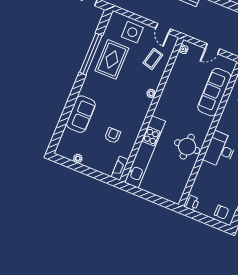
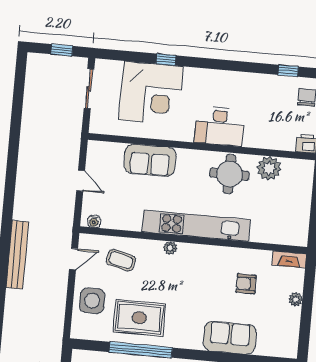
sofa: (214, 92) -> (150, 160), width x0.73
kitchen unit: (145, 152) -> (196, 226), moved
plant: (78, 158) -> (296, 299), moved
plant: (183, 173) -> (269, 168), added

